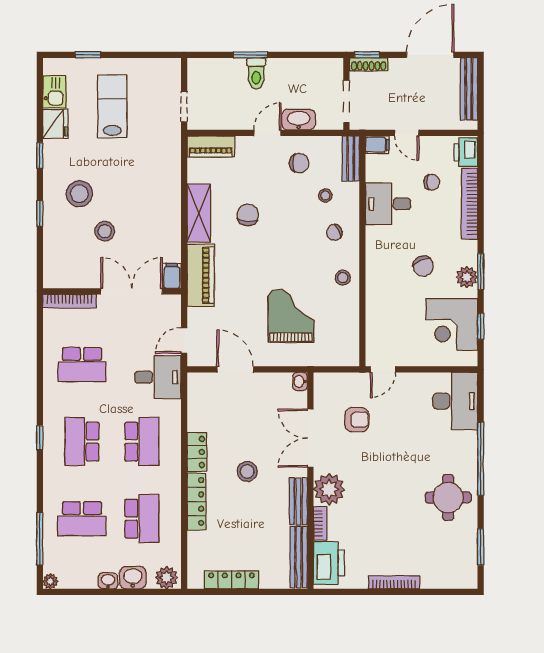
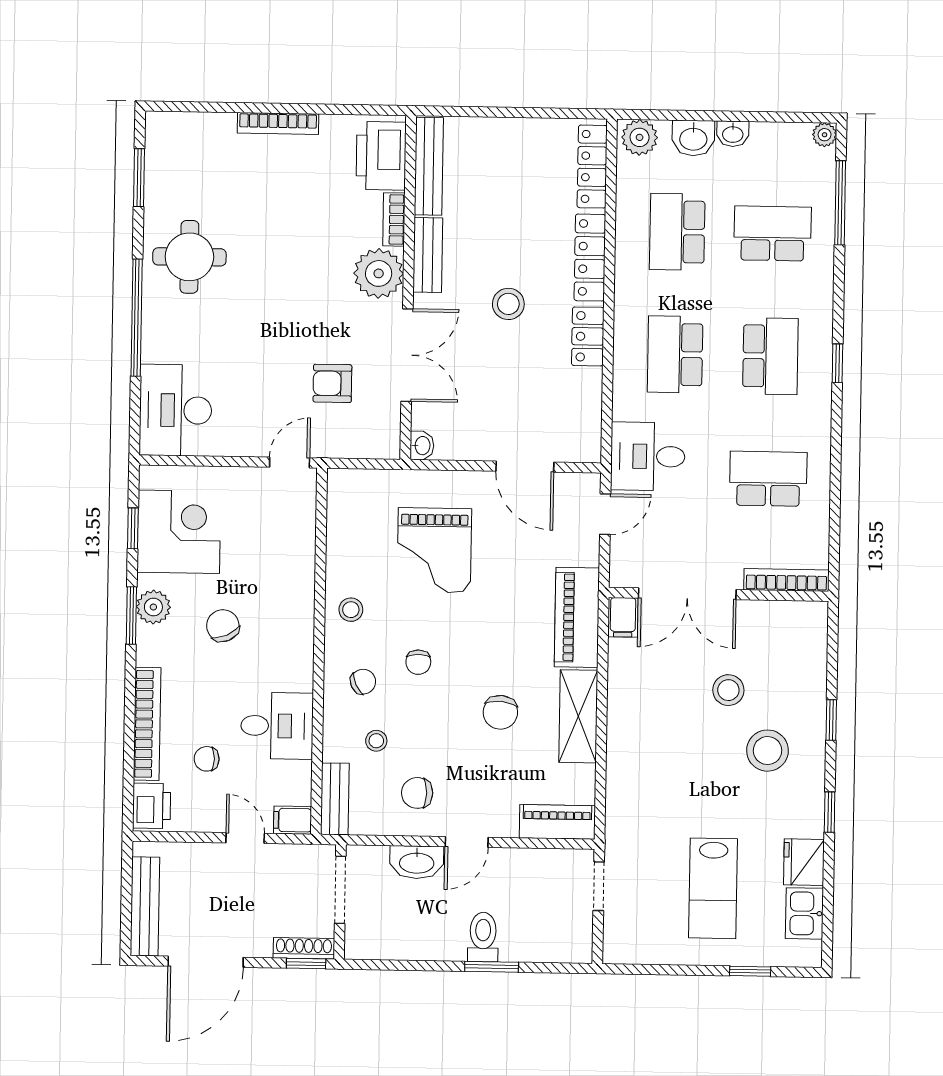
chair: (300, 245) -> (418, 662), added
locker: (232, 580) -> (592, 167), moved, turned 90

